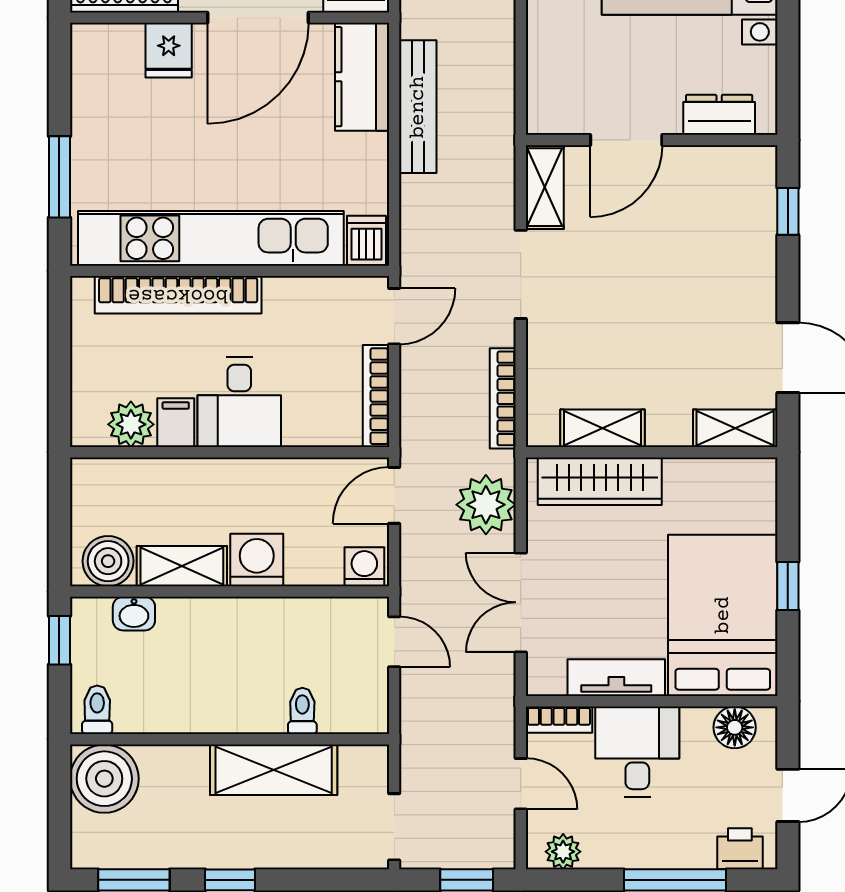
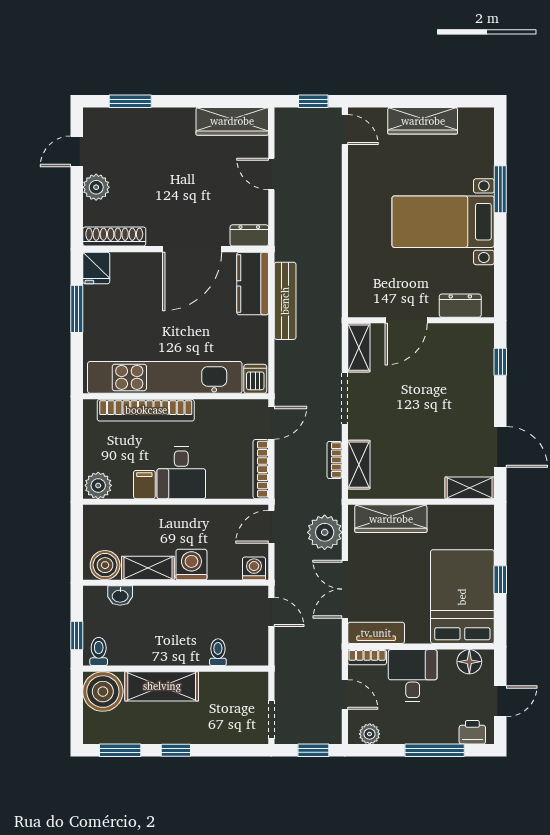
fridge: (169, 50) -> (96, 268), moved
window: (59, 177) -> (77, 309), moved
bookcase: (503, 398) -> (335, 460), width x0.64
plant: (131, 424) -> (98, 485), moved
shelving: (602, 428) -> (359, 465), moved, turned 90
window: (59, 640) -> (77, 635), moved
tv unit: (616, 678) -> (376, 633), moved
shelving: (274, 770) -> (162, 686), moved

